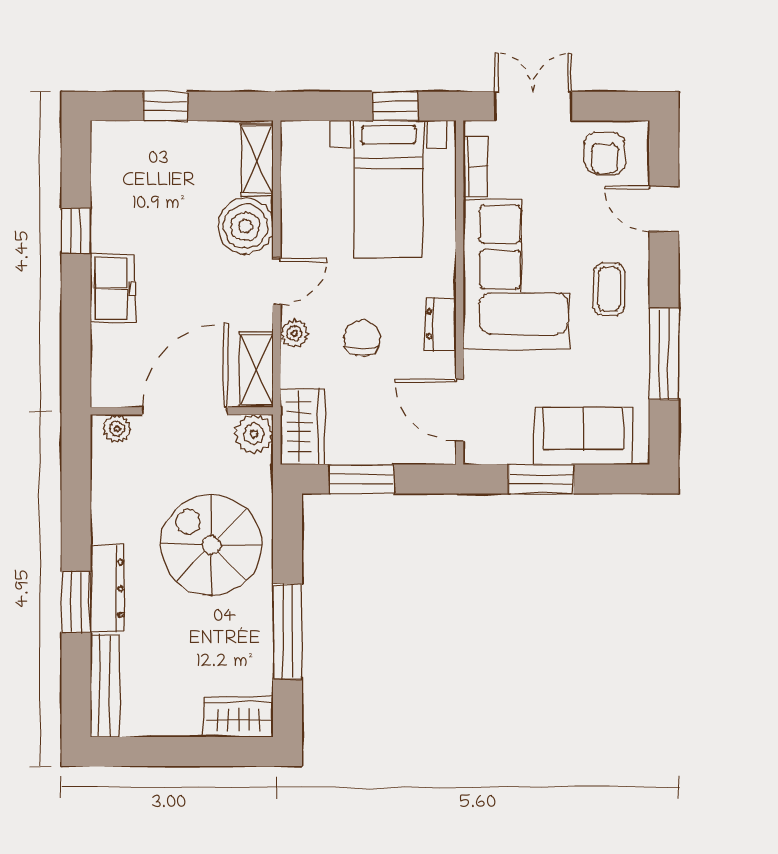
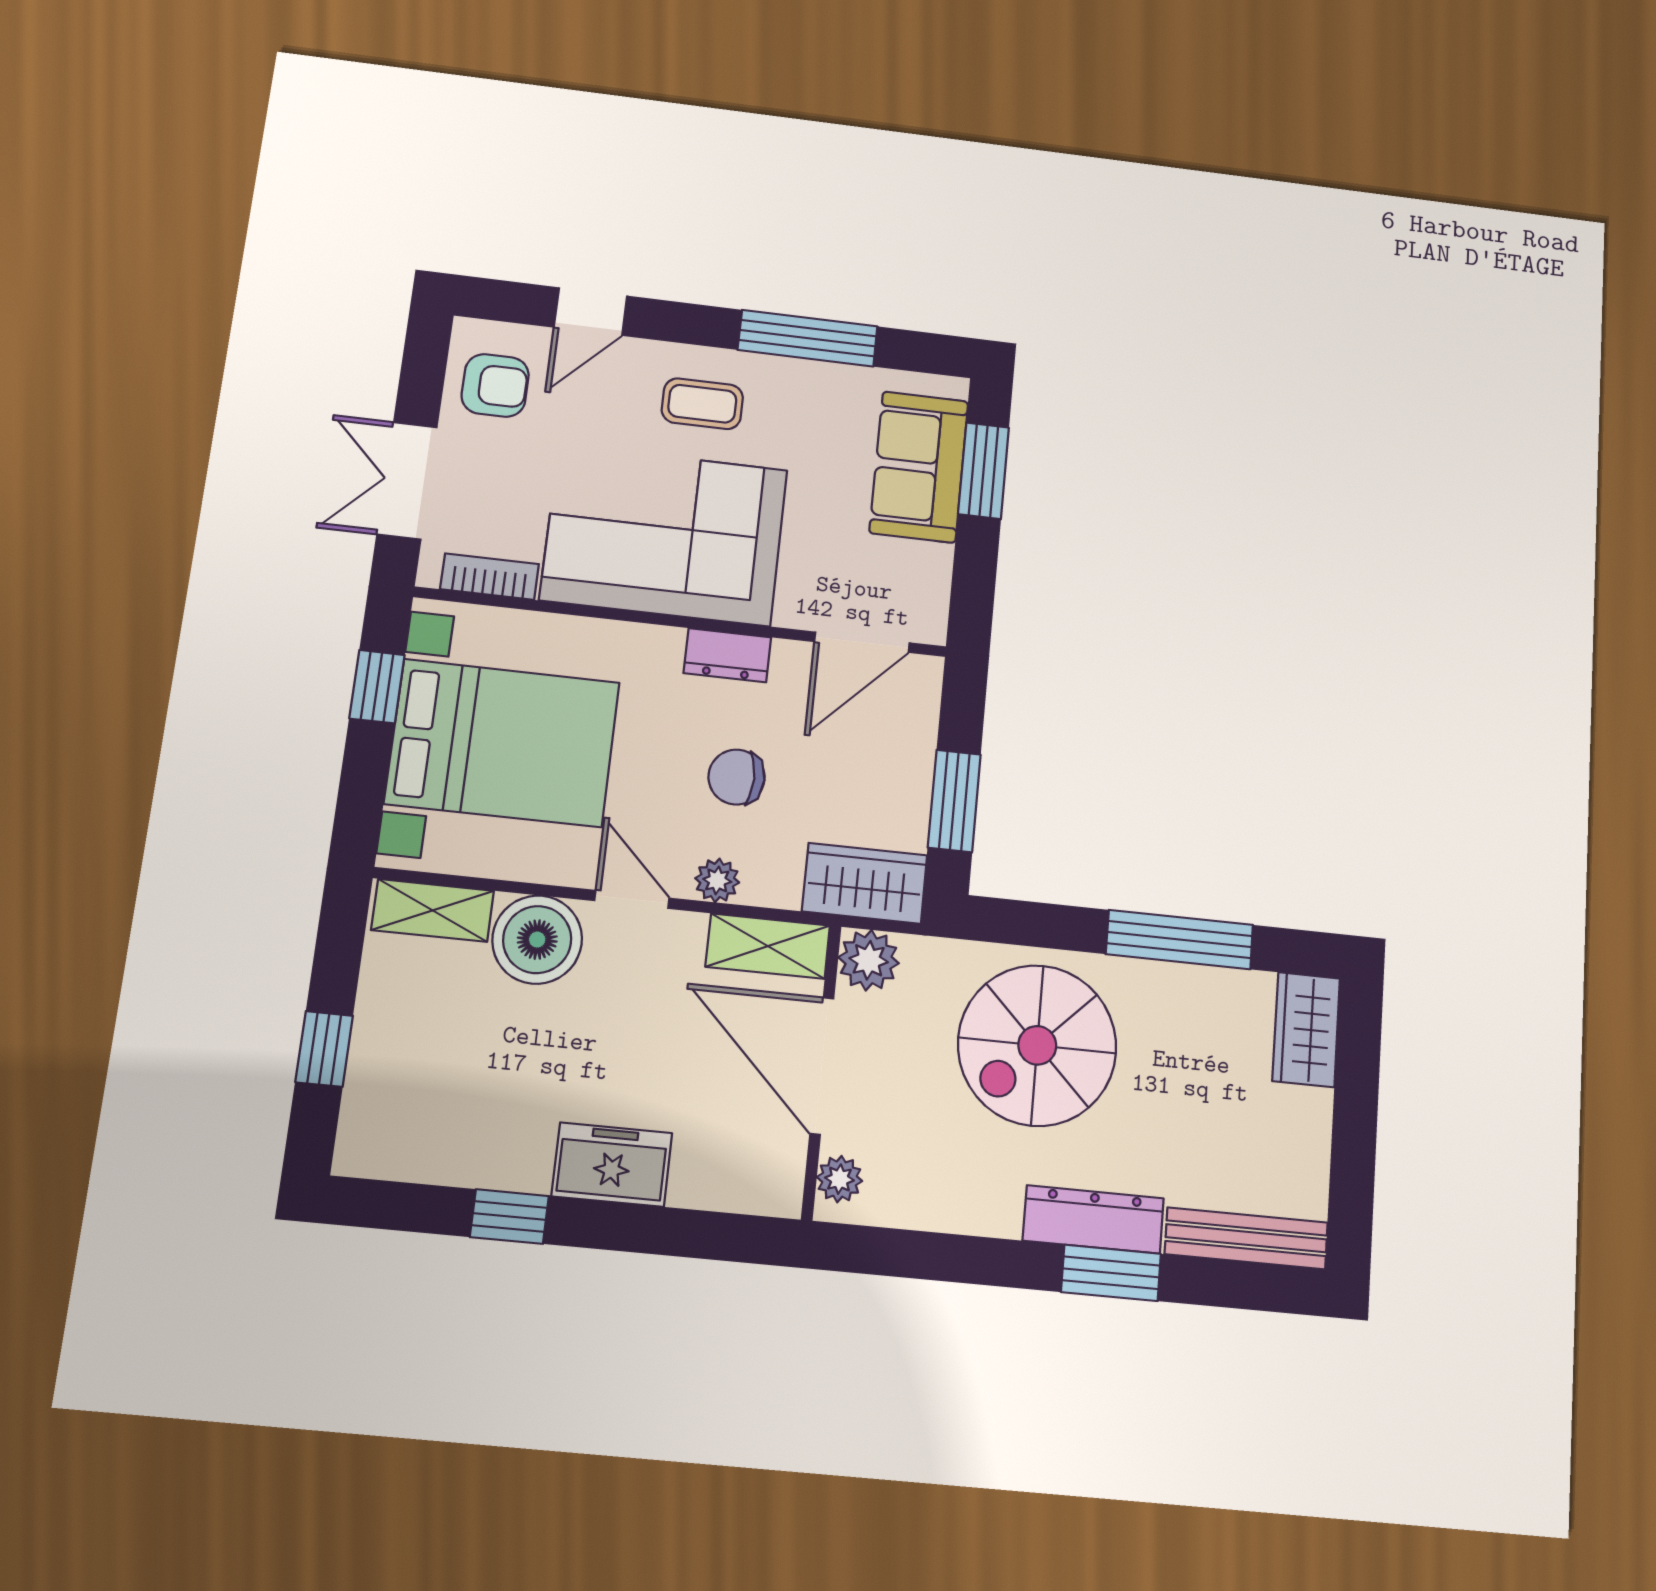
bed with nightstands: (389, 189) -> (503, 743), width x1.36
window: (541, 479) -> (984, 471), moved

